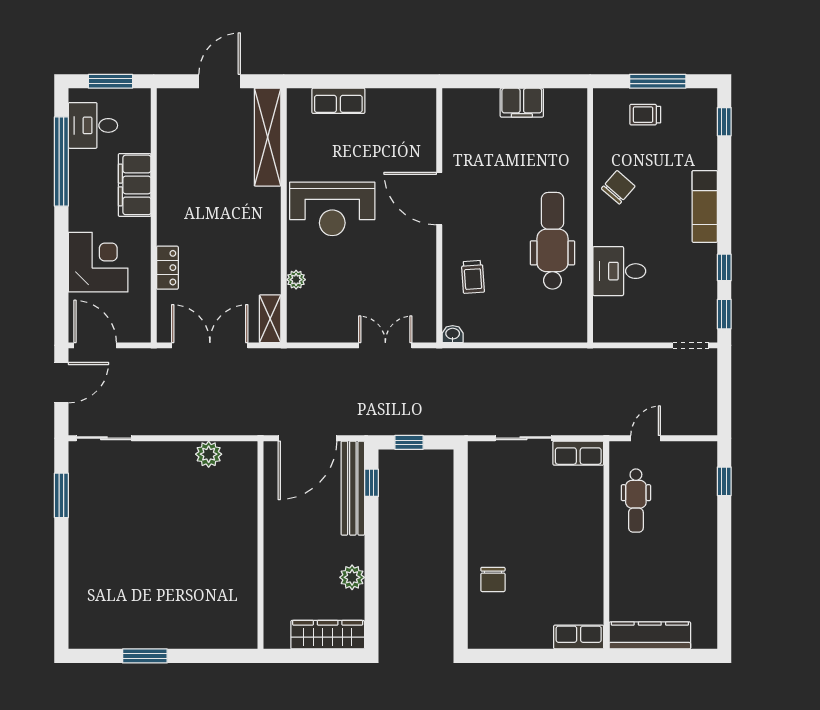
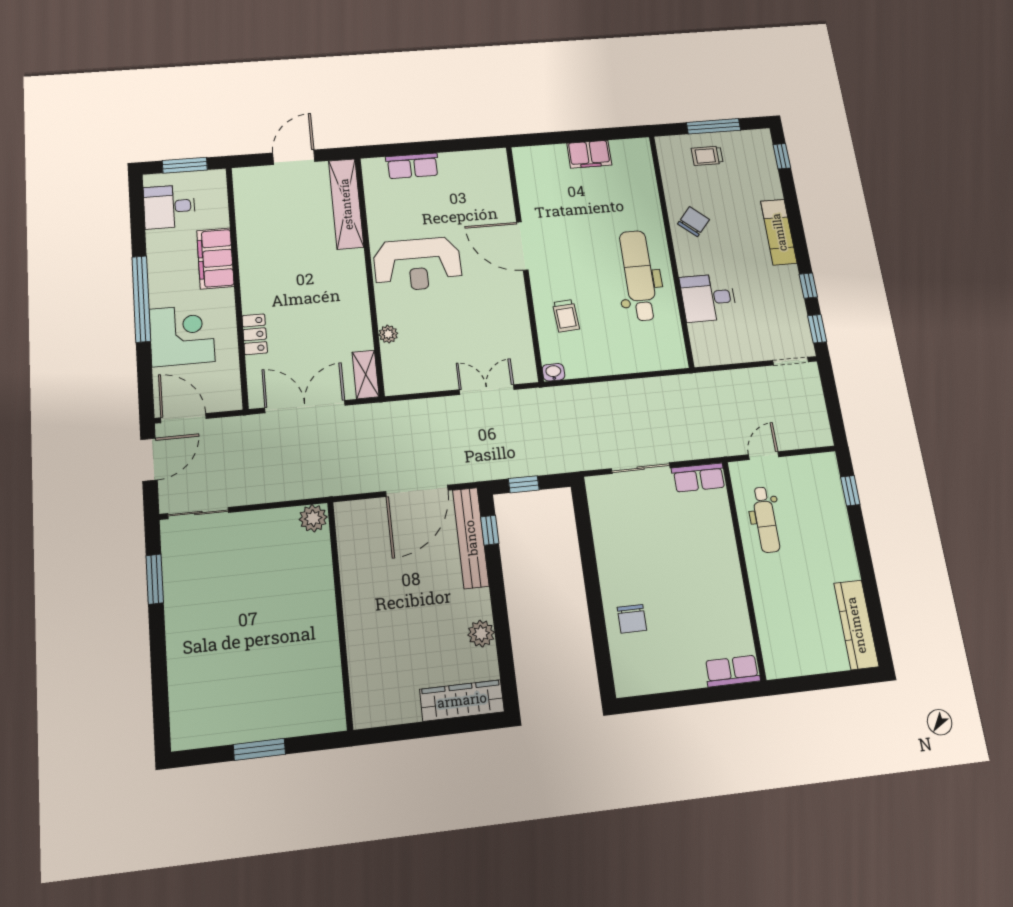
window: (61, 161) -> (141, 299), moved
wall: (261, 545) -> (340, 614), moved
kitchen counter: (650, 635) -> (856, 625), moved, turned -90

